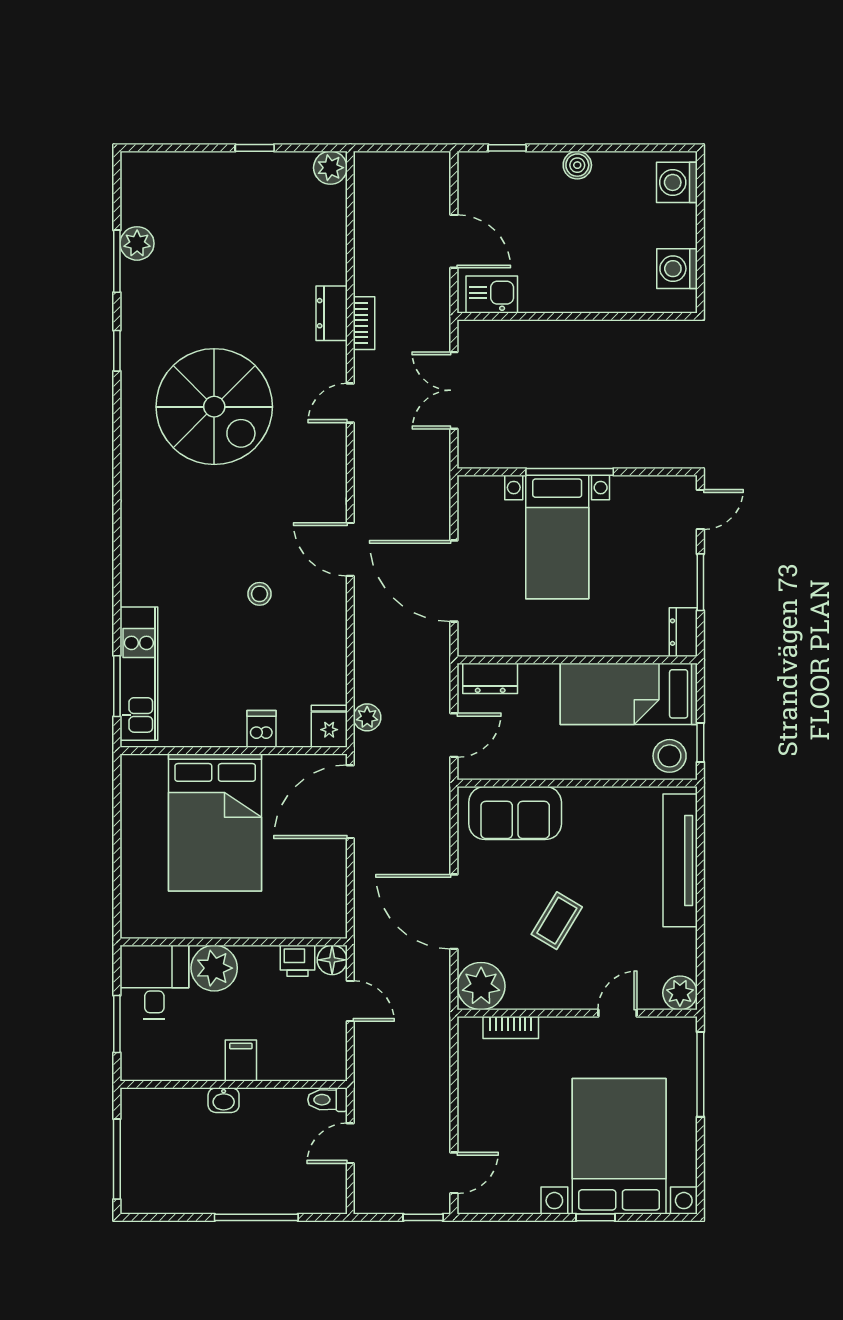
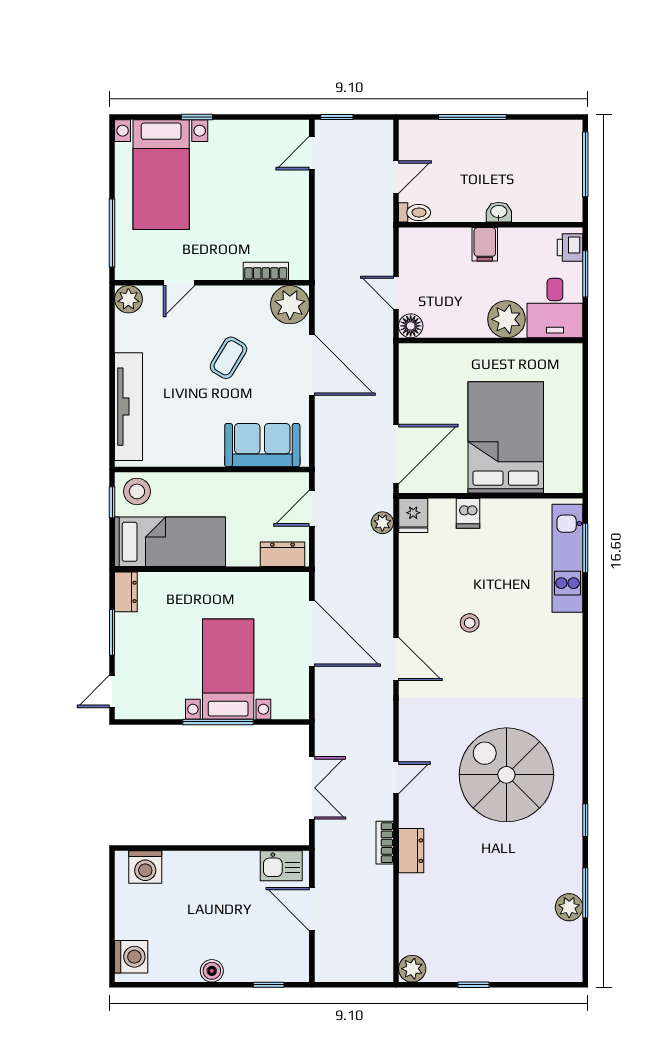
washing machine: (677, 269) -> (145, 867), moved, turned 90
printer: (298, 961) -> (570, 248), moved, turned -90
bed with nightstands: (619, 1146) -> (161, 175), width x0.73

